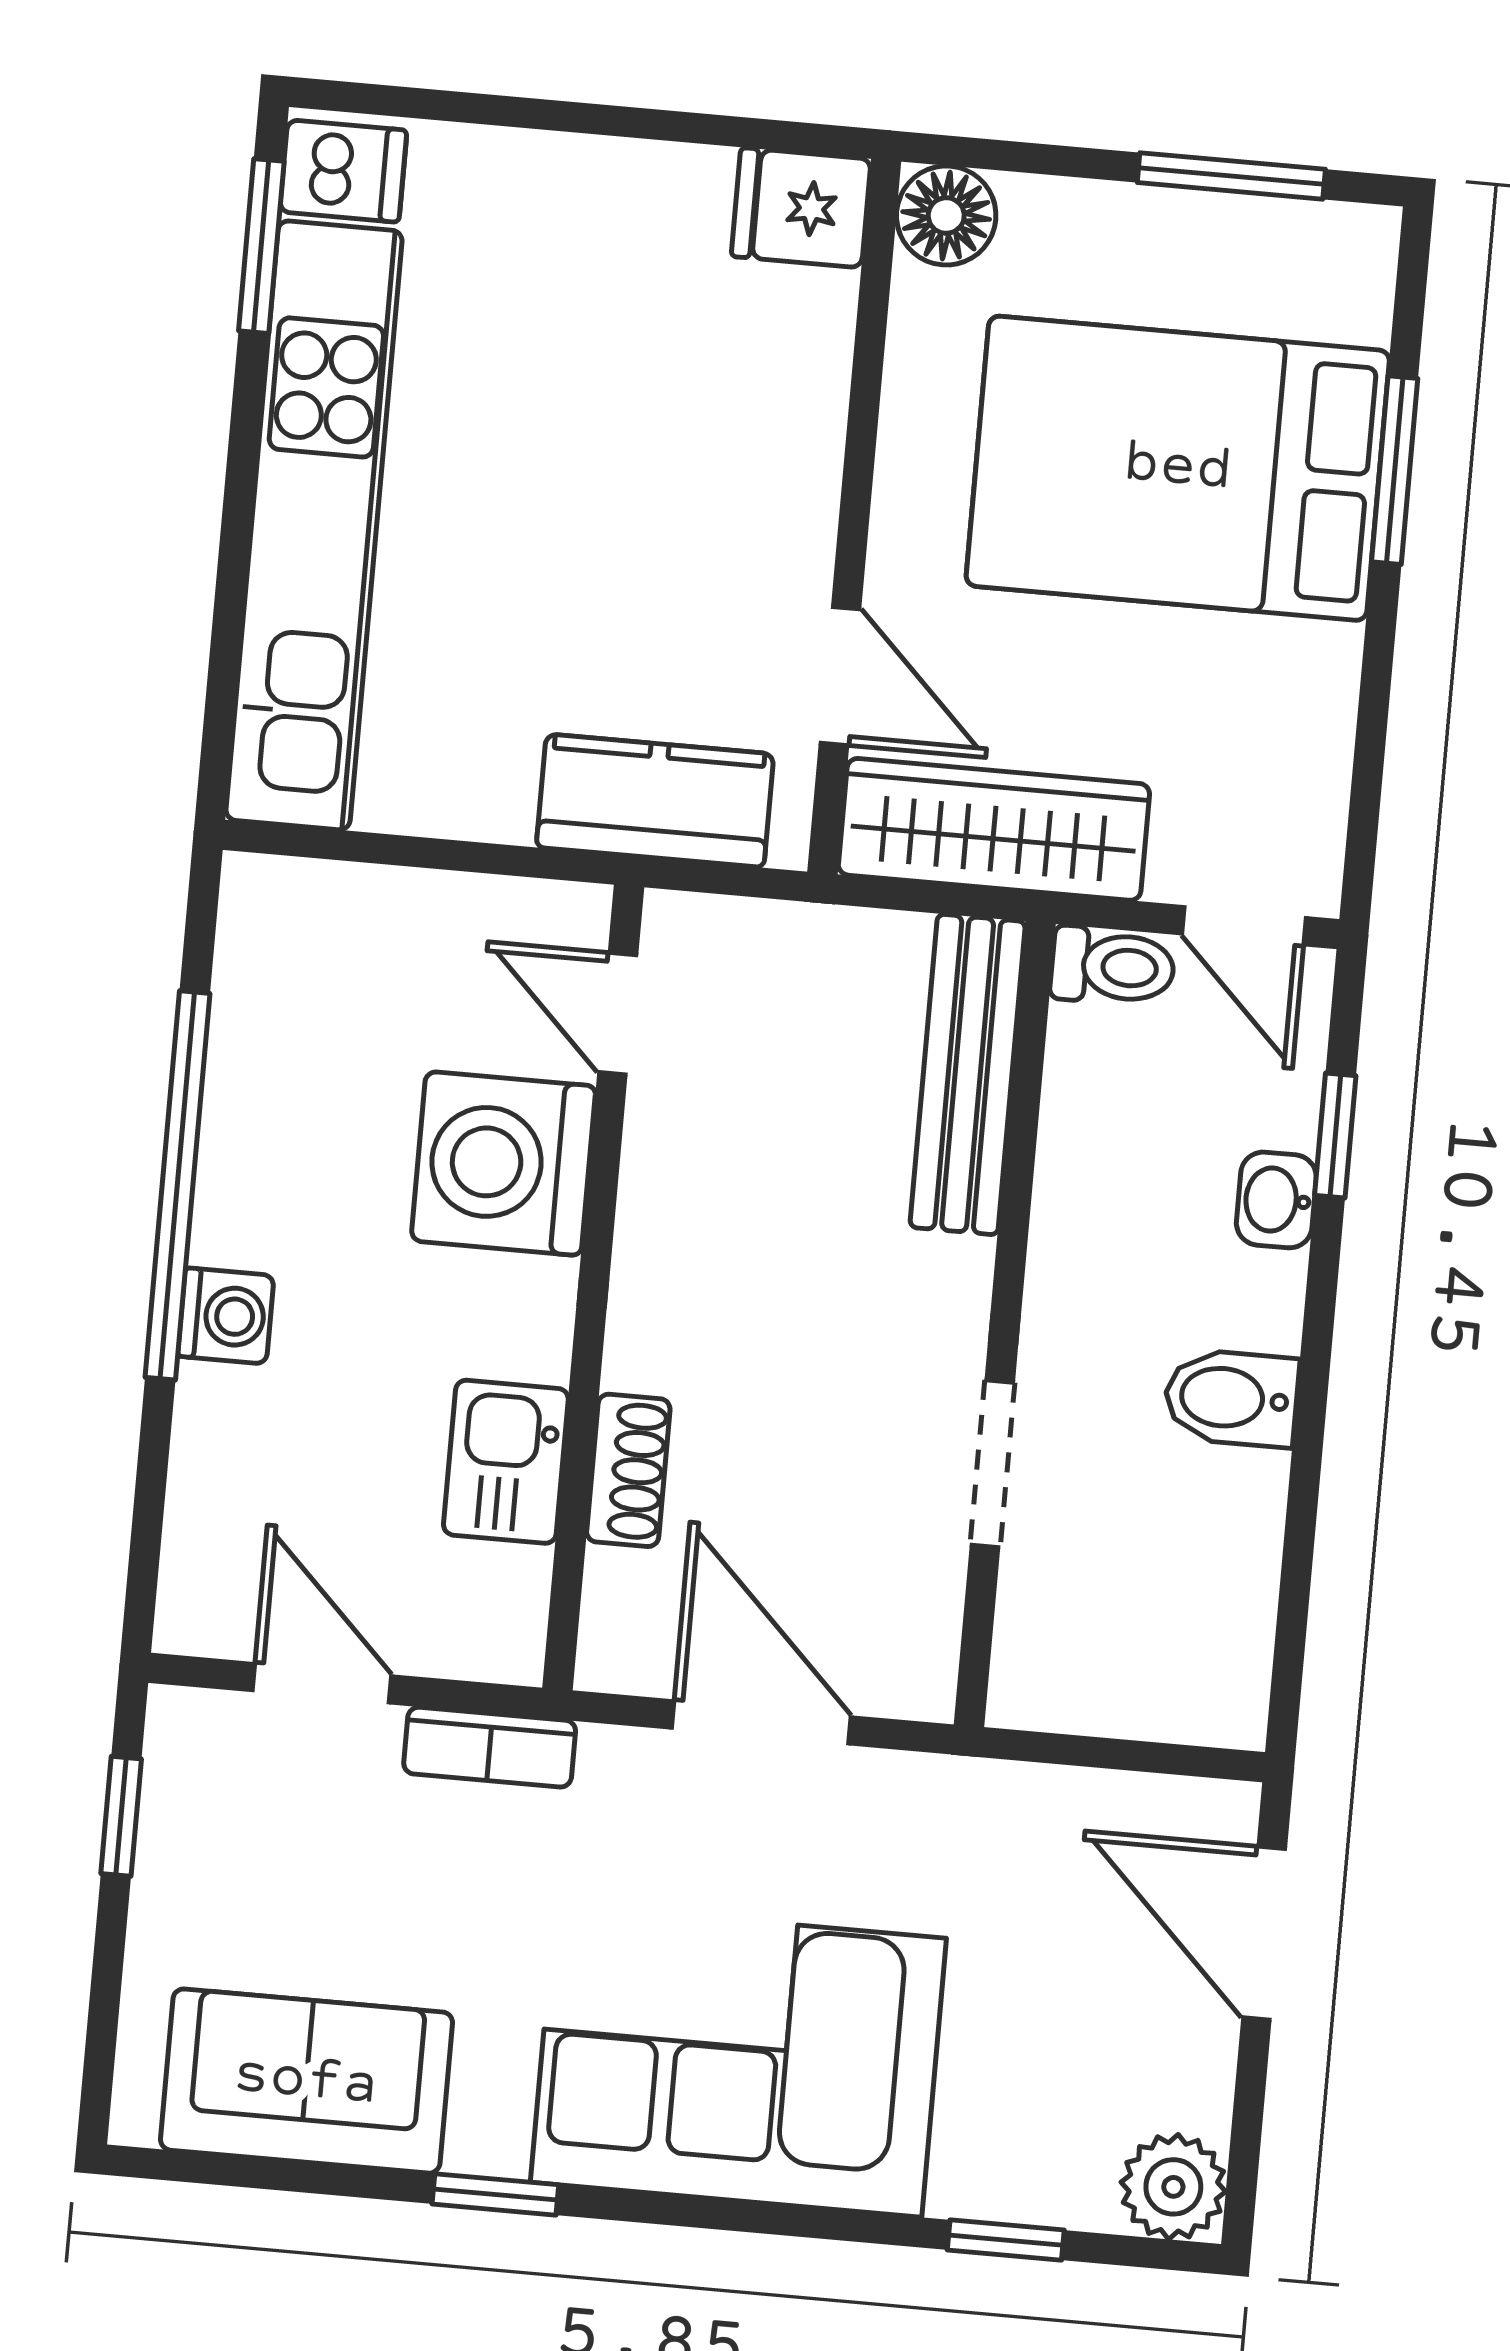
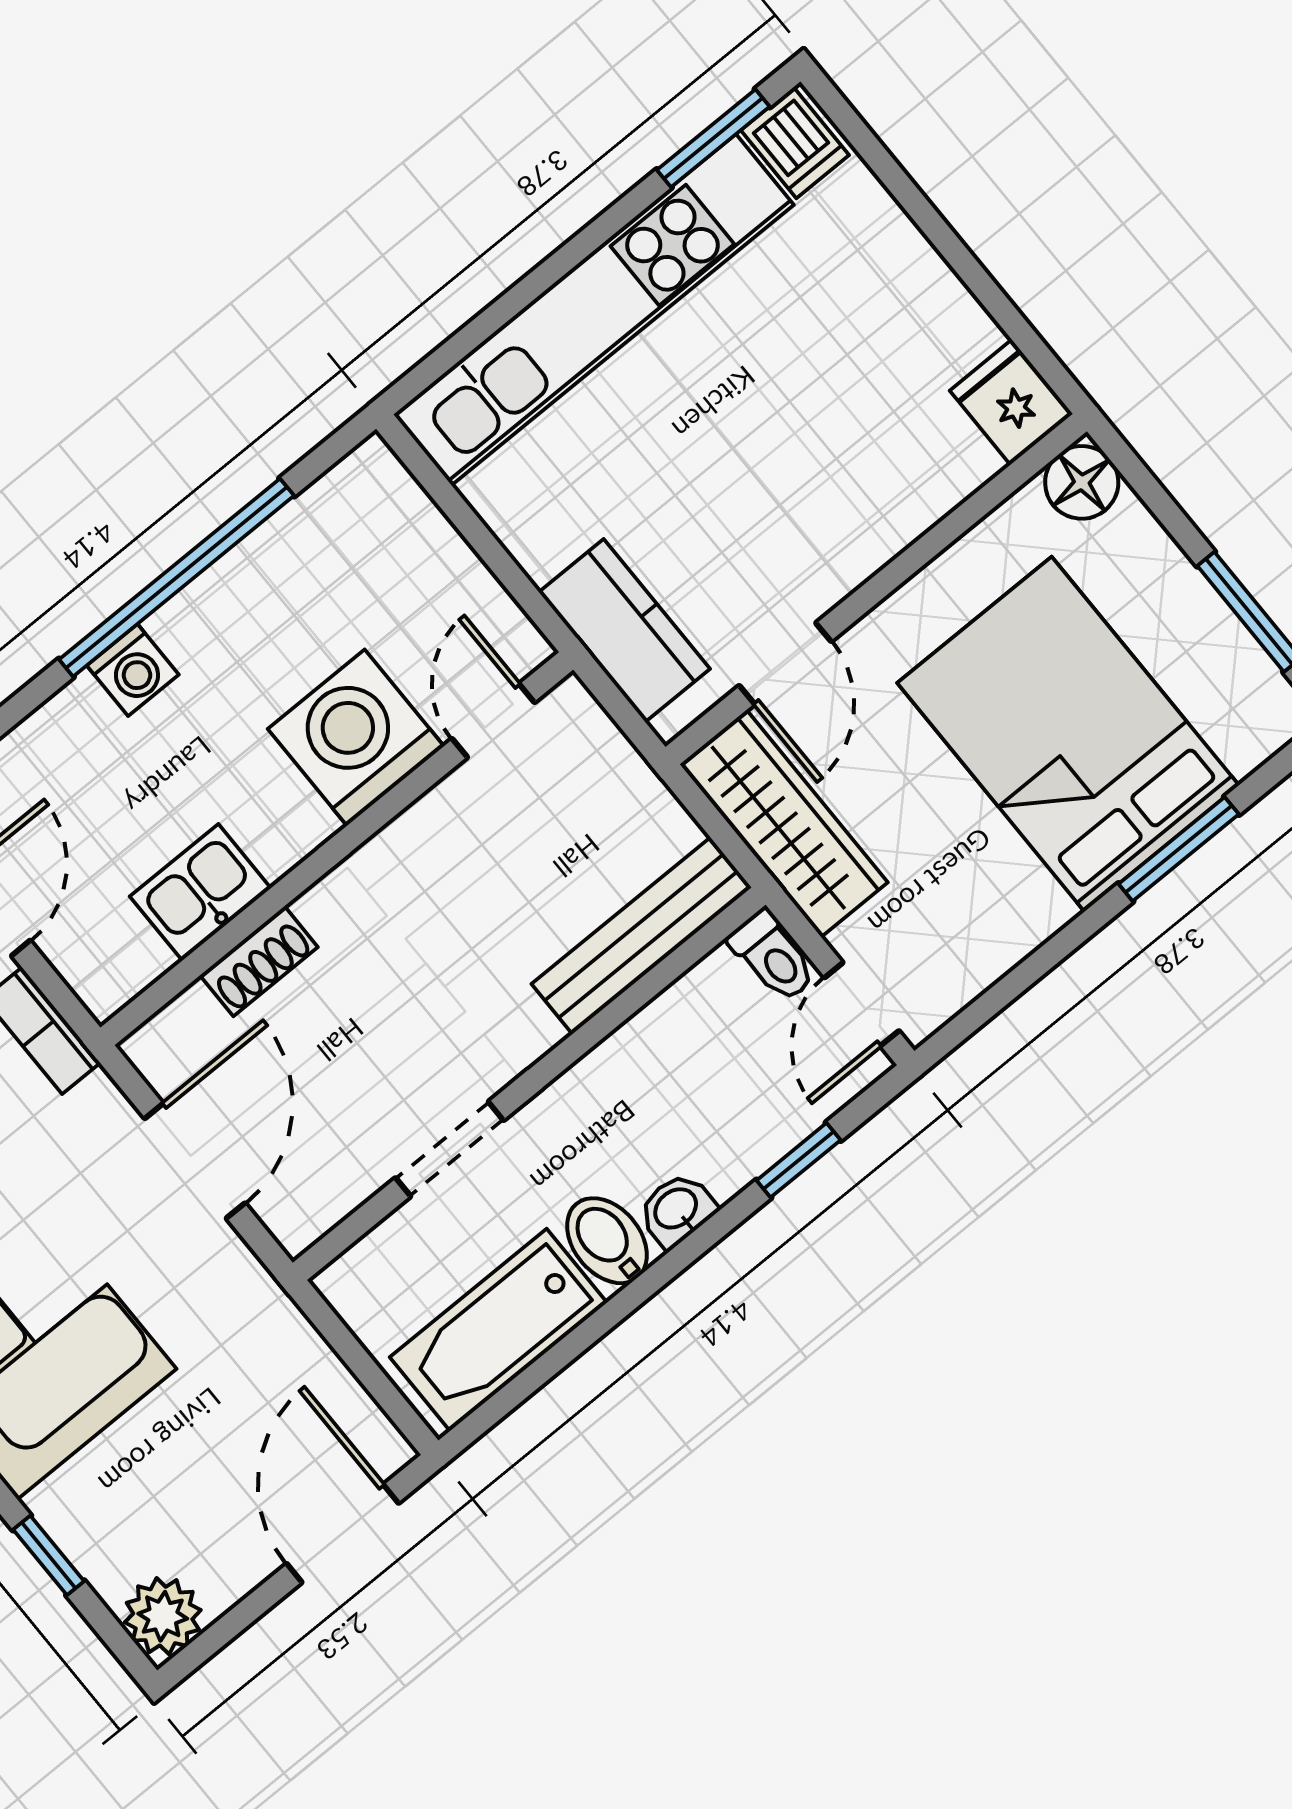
washbasin: (1276, 1200) -> (677, 1210), moved
bathtub: (1214, 1588) -> (498, 1330), added

